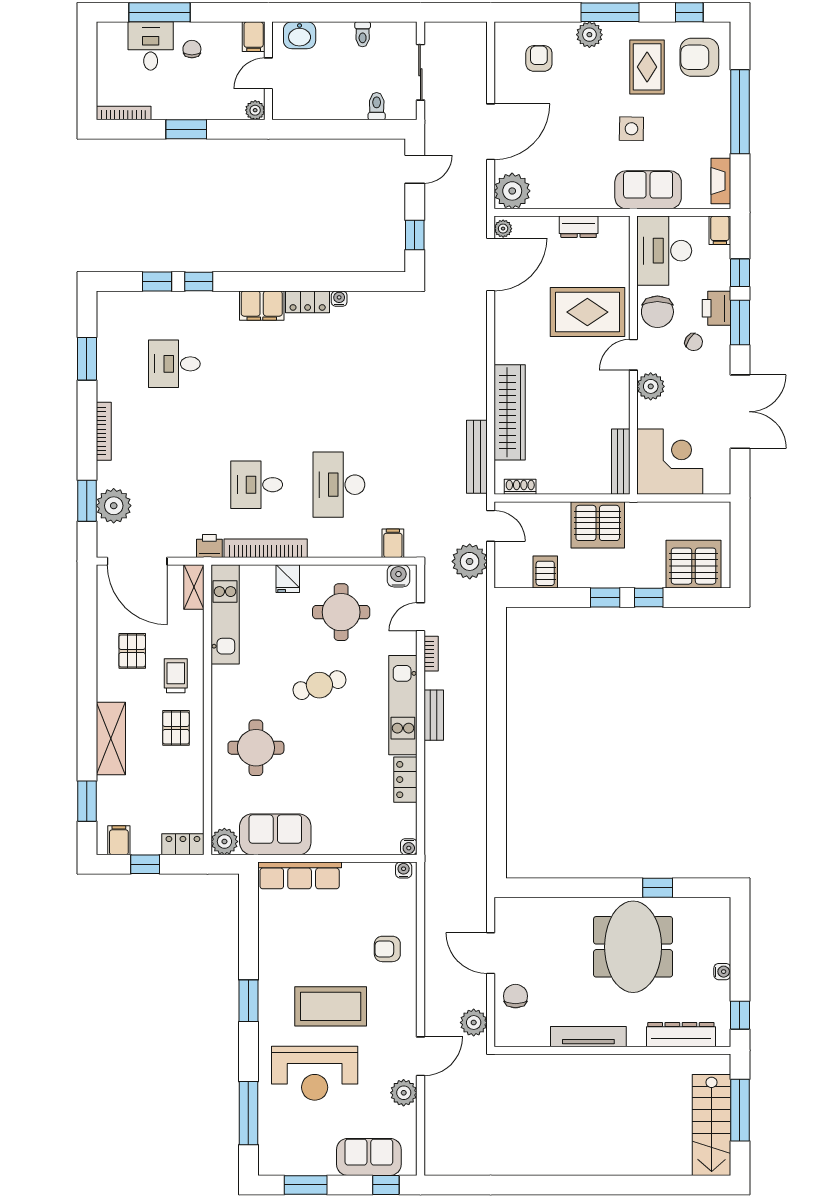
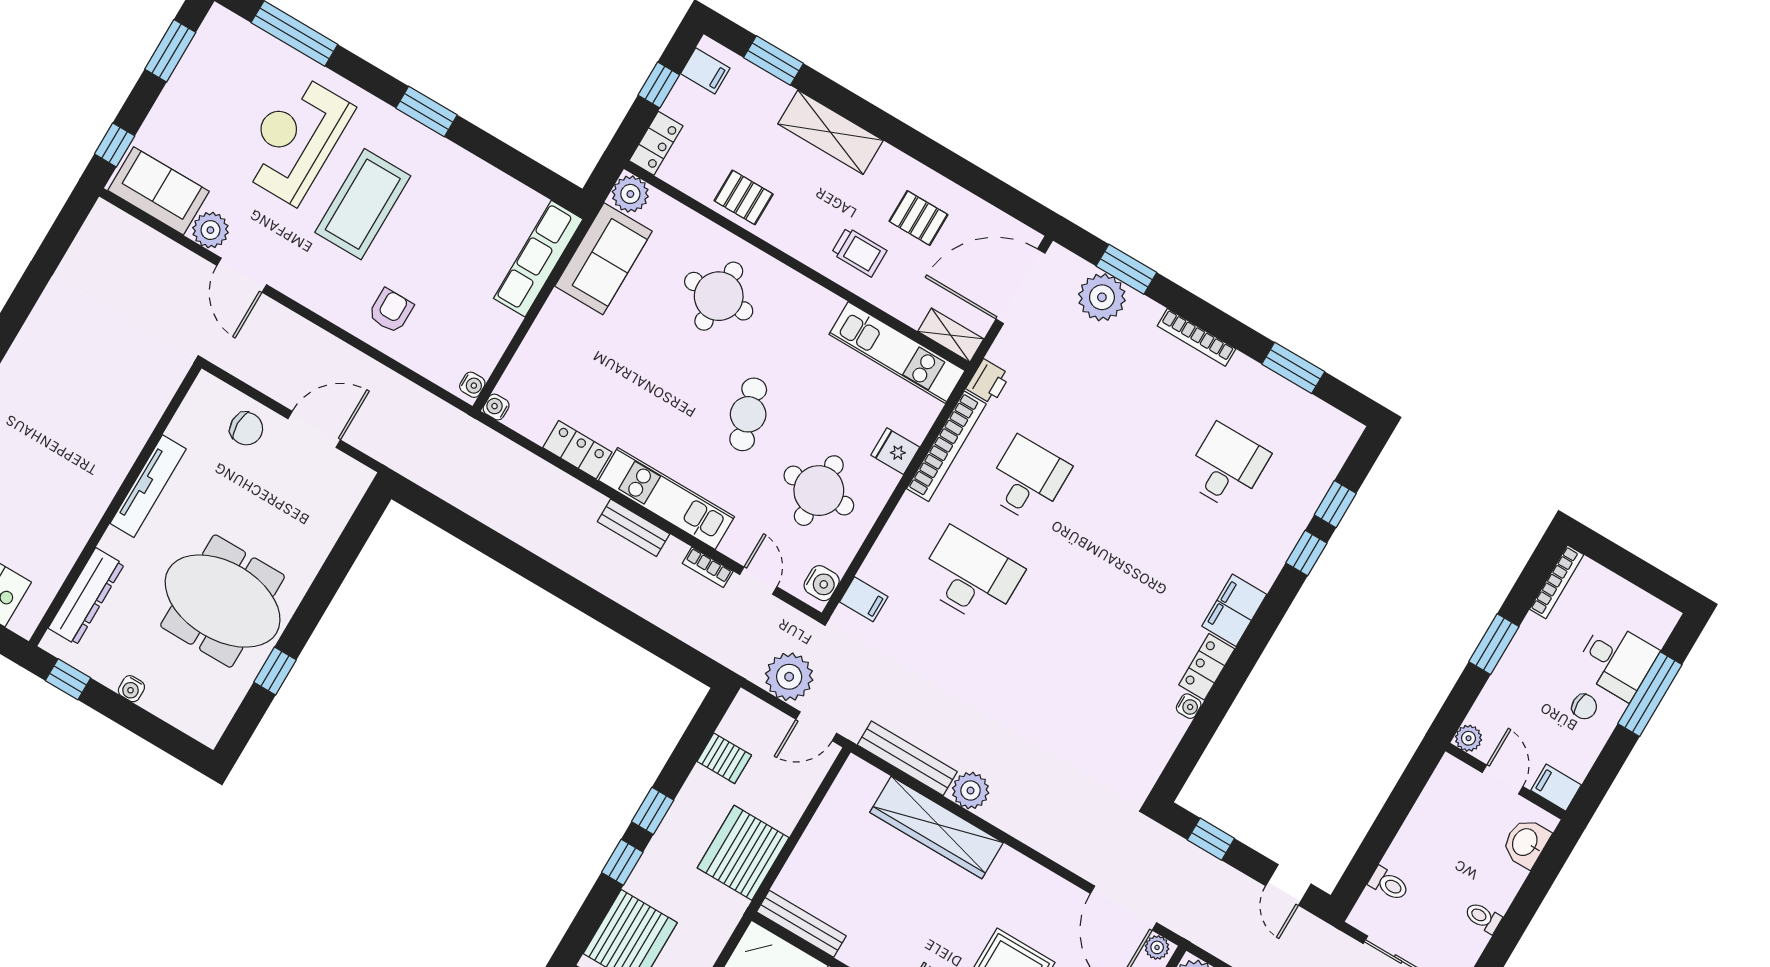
shoe rack: (520, 487) -> (842, 788), removed
pallet: (176, 728) -> (744, 197), moved
plant: (474, 1023) -> (971, 791), moved
sofa: (369, 1157) -> (159, 191), moved, turned -90

